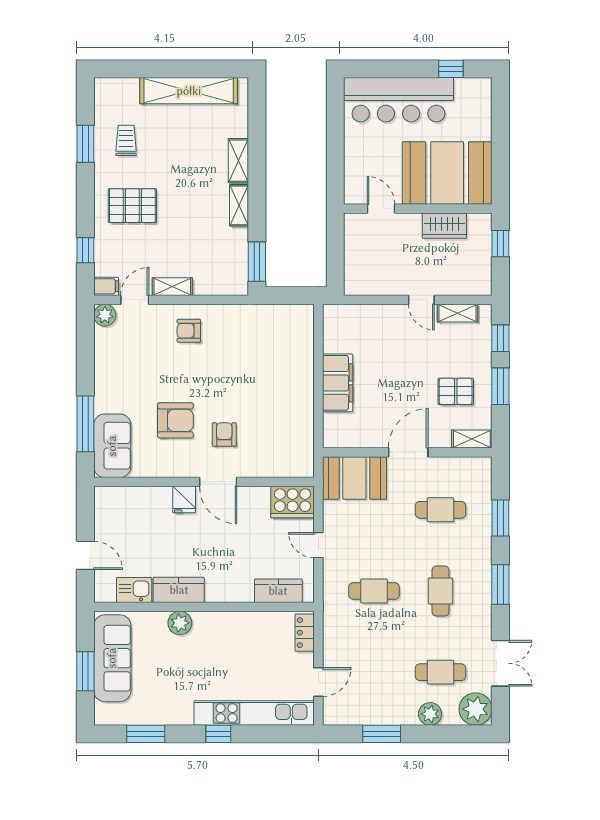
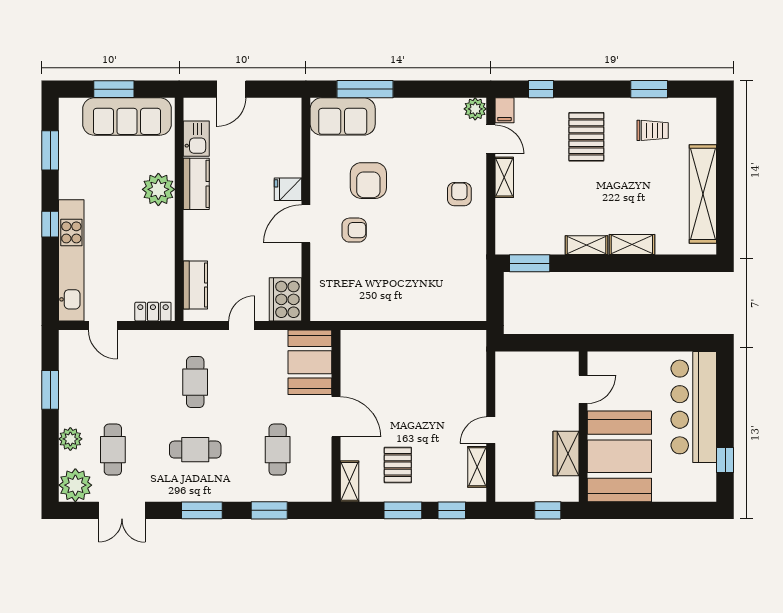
filing cabinet: (338, 383) -> (406, 345), removed
plant: (180, 623) -> (158, 189), width x1.36, depth x1.36

